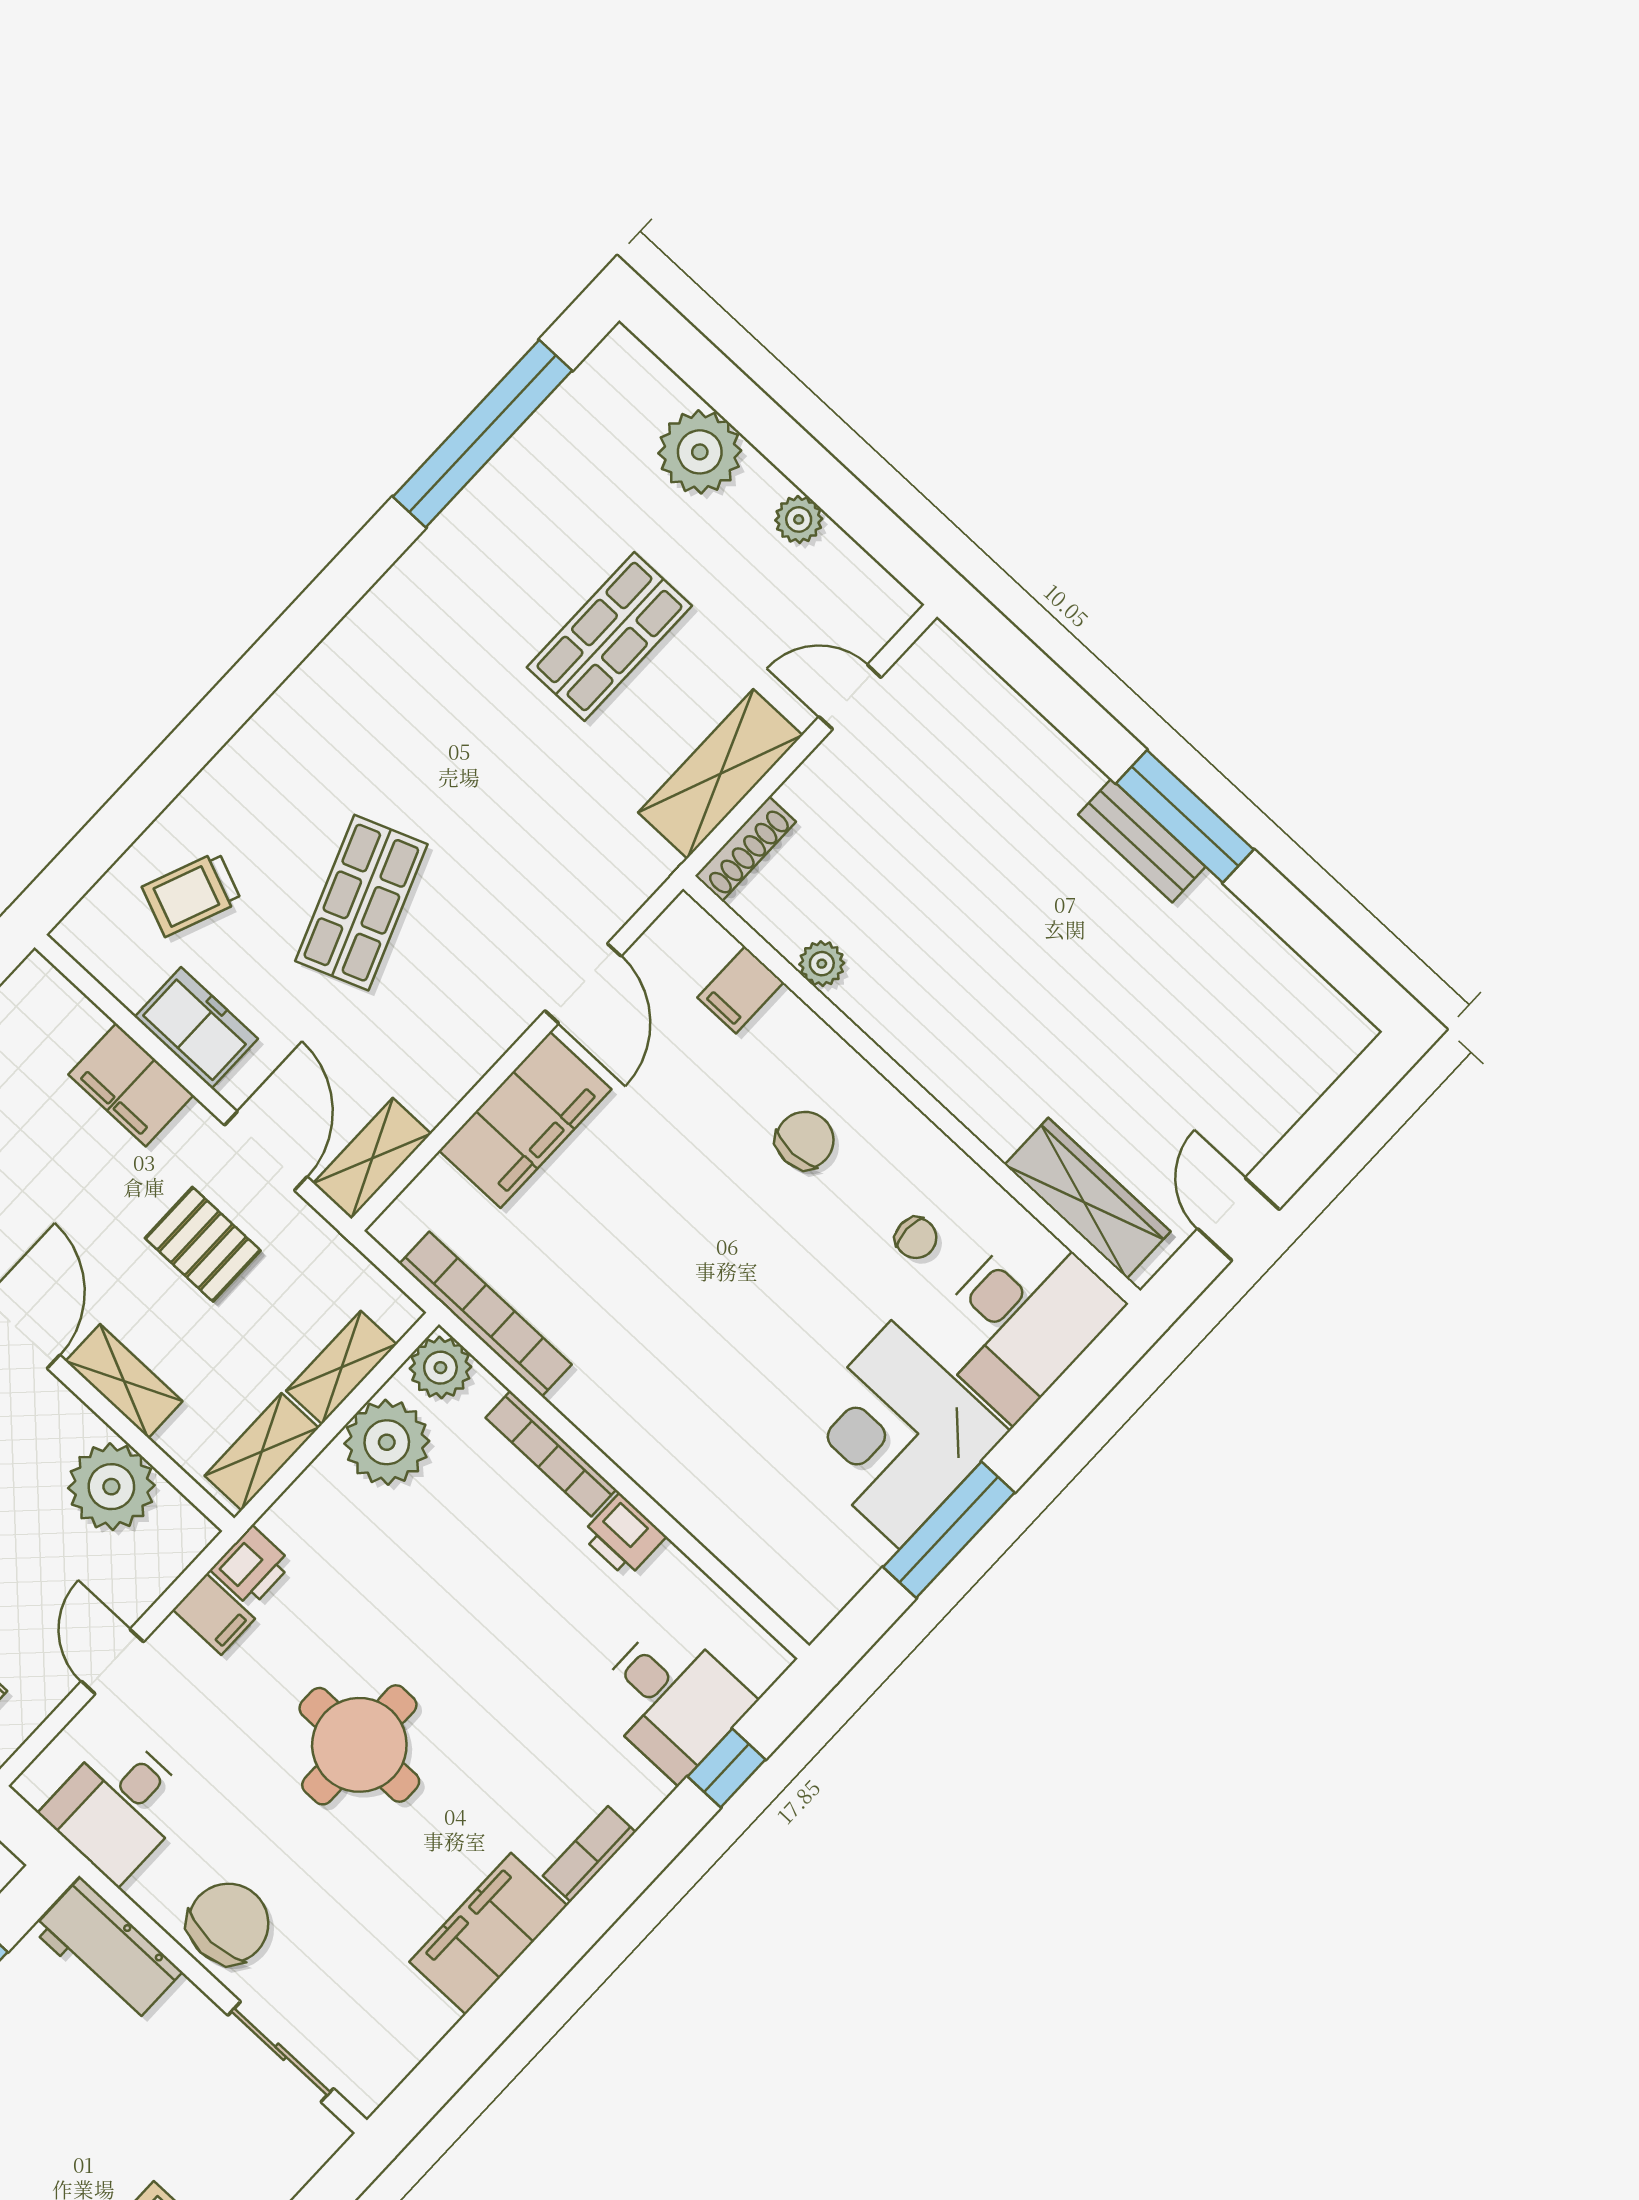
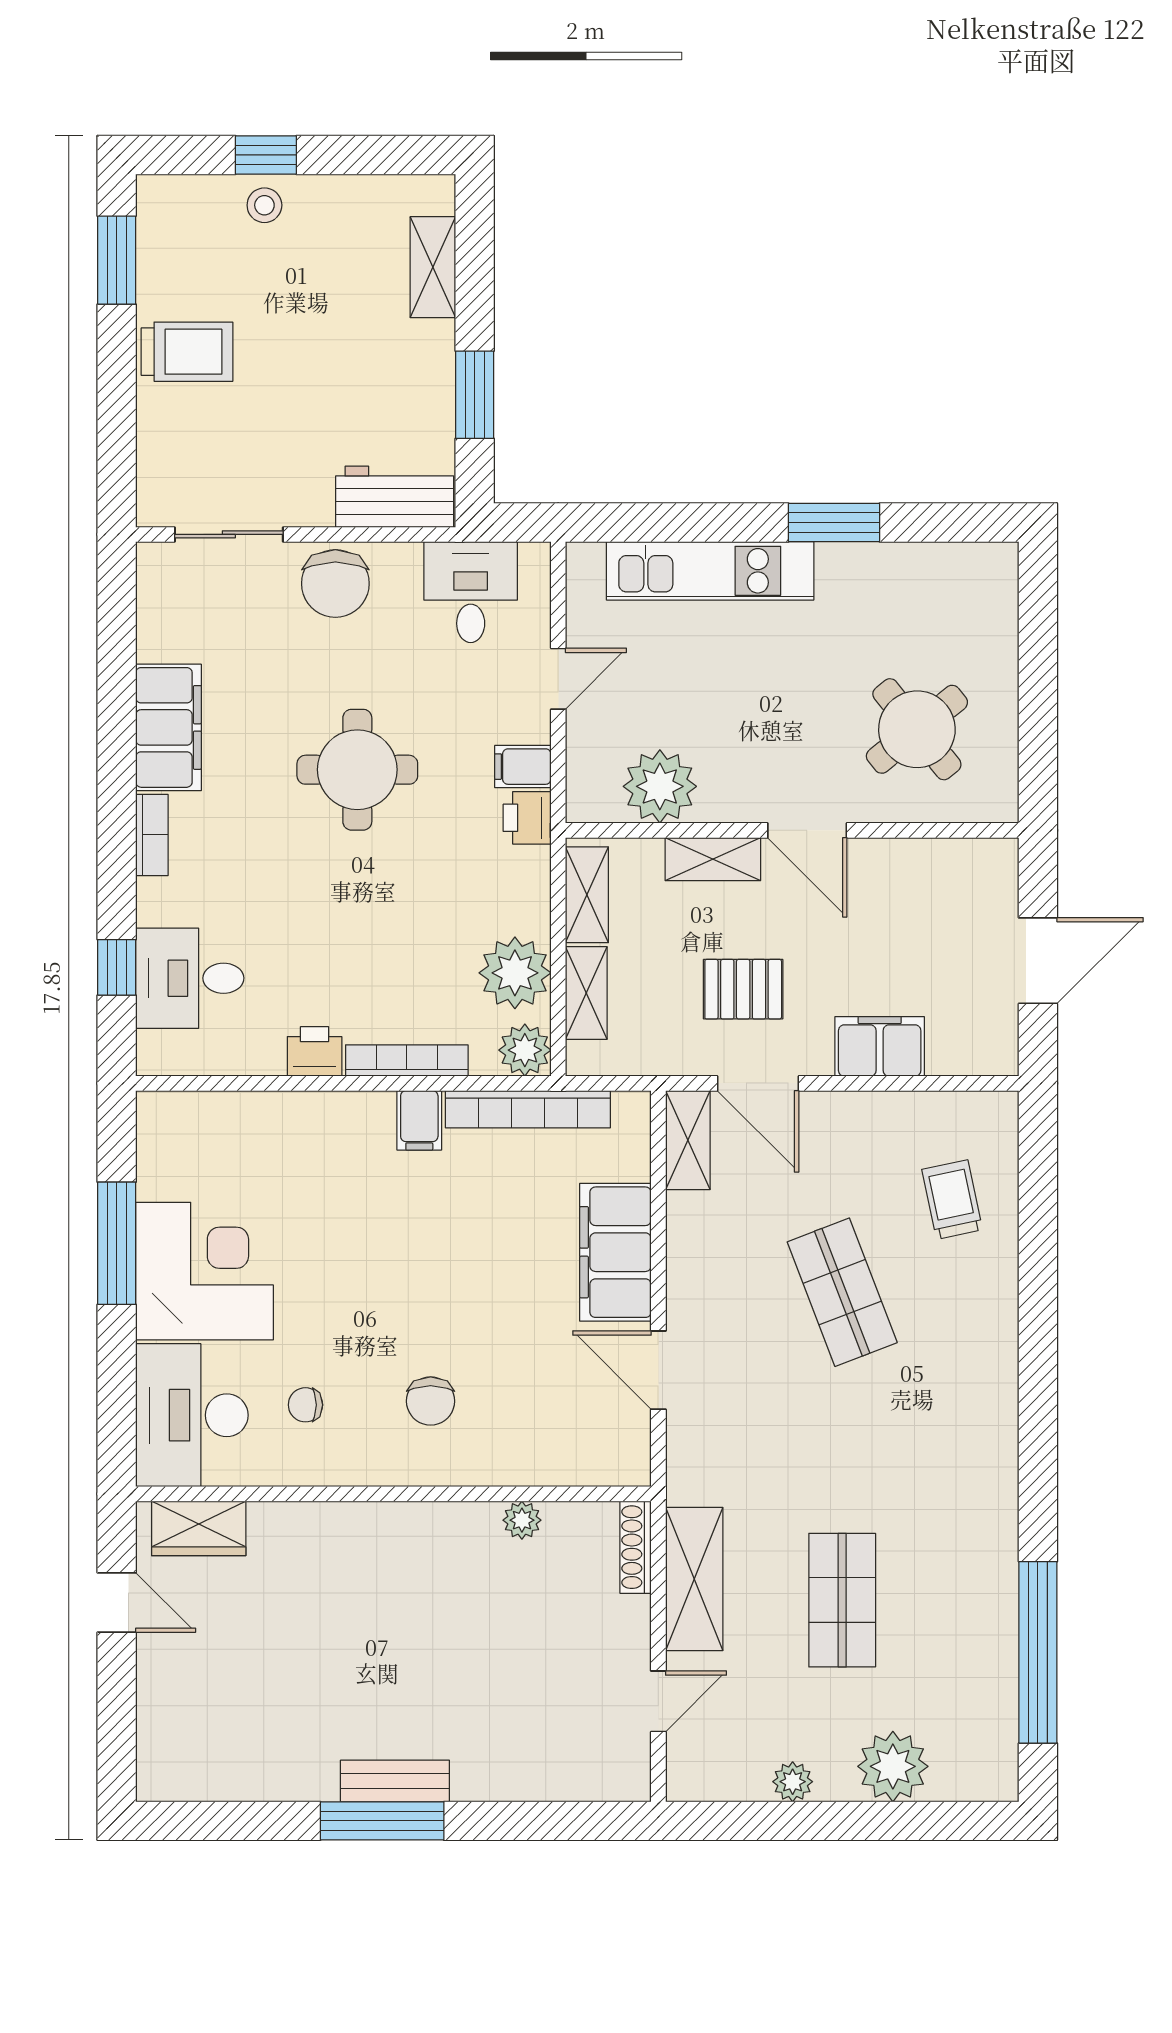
trolley: (192, 894) -> (952, 1200), turned -34
filing cabinet: (741, 990) -> (419, 1120), moved, turned 180
freezer: (196, 1028) -> (872, 1119), removed
wardrobe: (1087, 1198) -> (199, 1528), width x0.67
door: (112, 1662) -> (558, 679), hinge flipped

